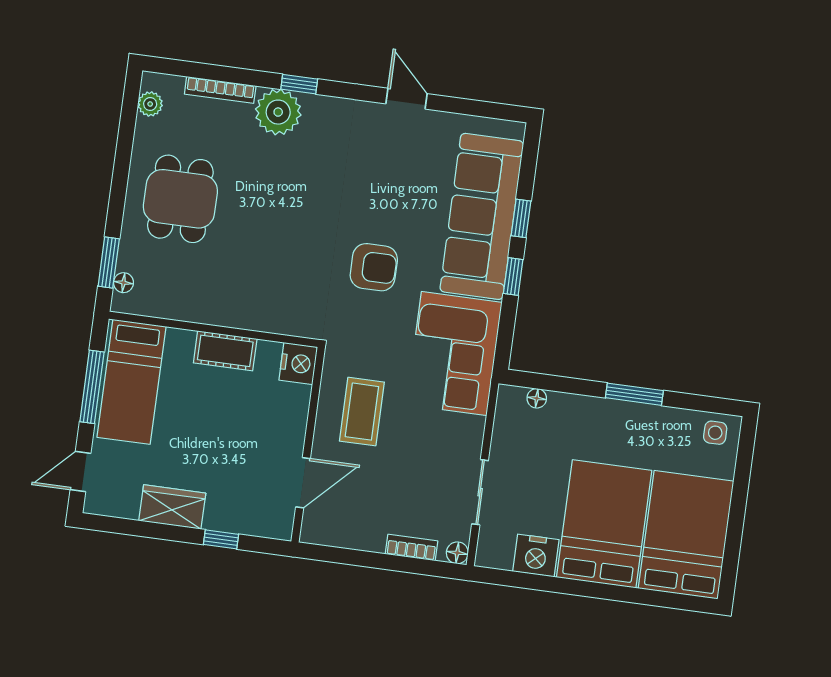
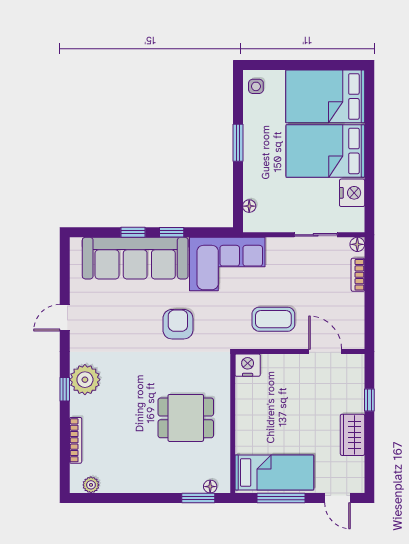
plant: (278, 112) -> (85, 380), moved
dining table: (180, 199) -> (186, 418), moved
cot: (225, 351) -> (246, 414), removed

